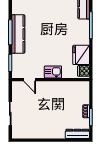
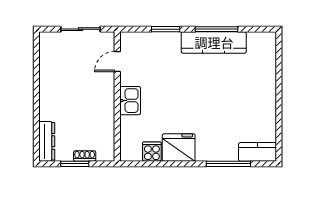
kitchen sink: (53, 72) -> (130, 101), moved
door: (30, 80) -> (117, 61), moved
wall: (51, 80) -> (117, 96), moved

